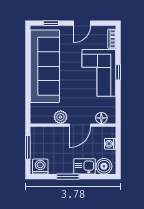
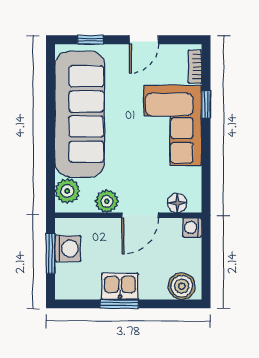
window: (118, 72) -> (206, 104), moved
plant: (38, 111) -> (67, 191), added
washing machine: (110, 144) -> (192, 227), moved
washing machine: (40, 166) -> (68, 249), moved, turned 90
kitchen sink: (85, 166) -> (120, 286), moved

